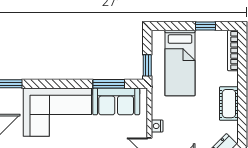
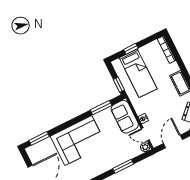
window: (205, 26) -> (131, 49), moved
sofa: (116, 101) -> (125, 117), moved, turned 90

